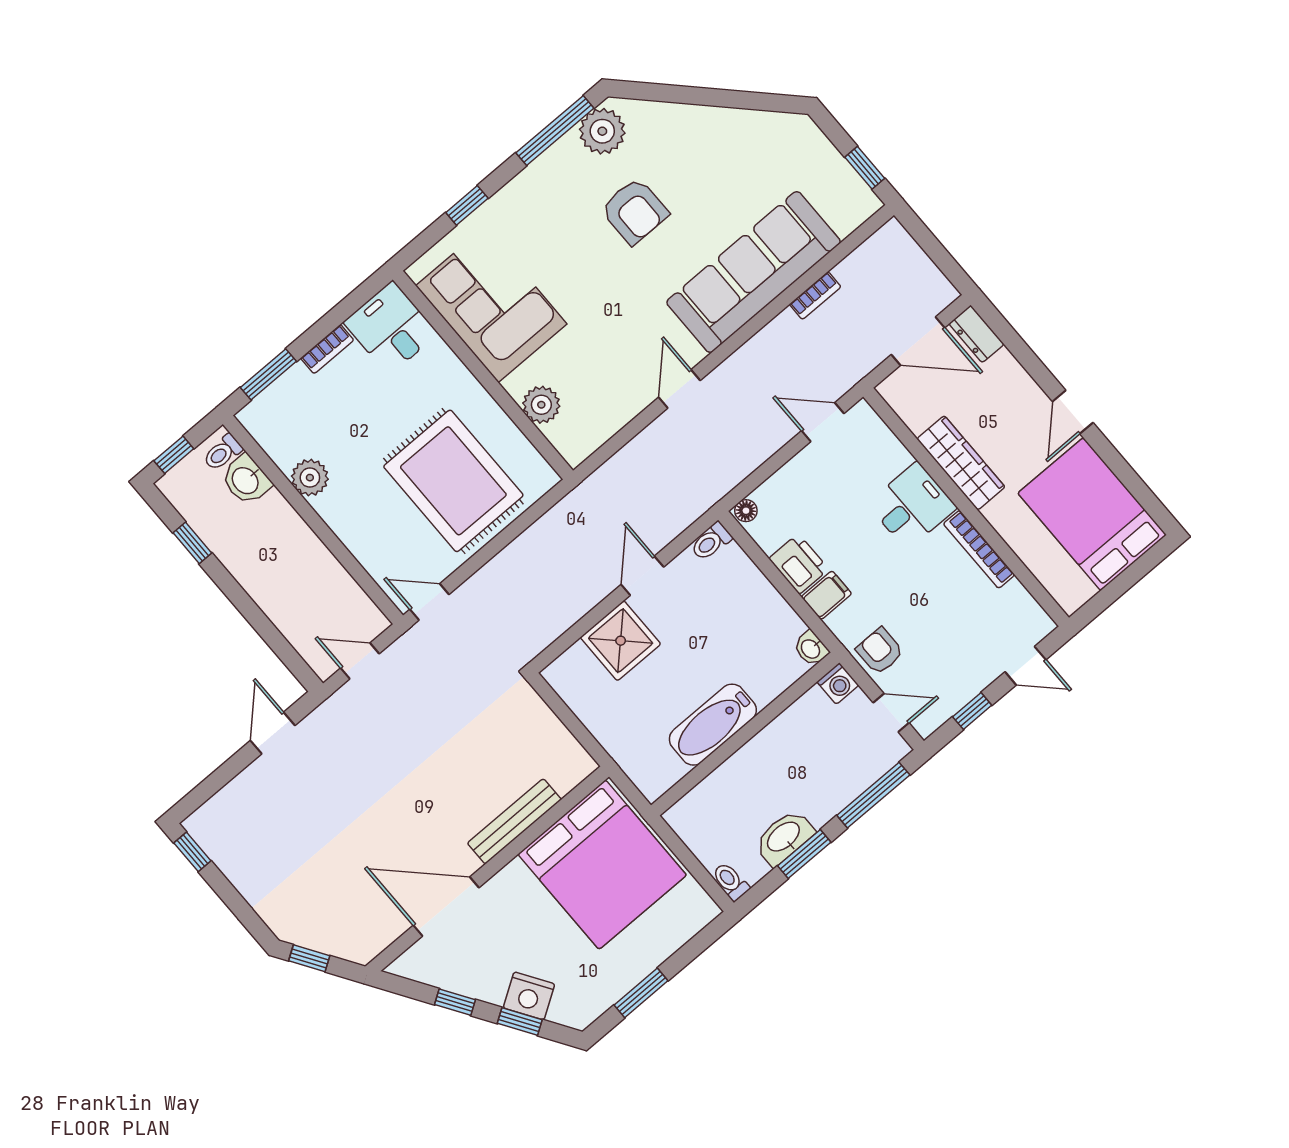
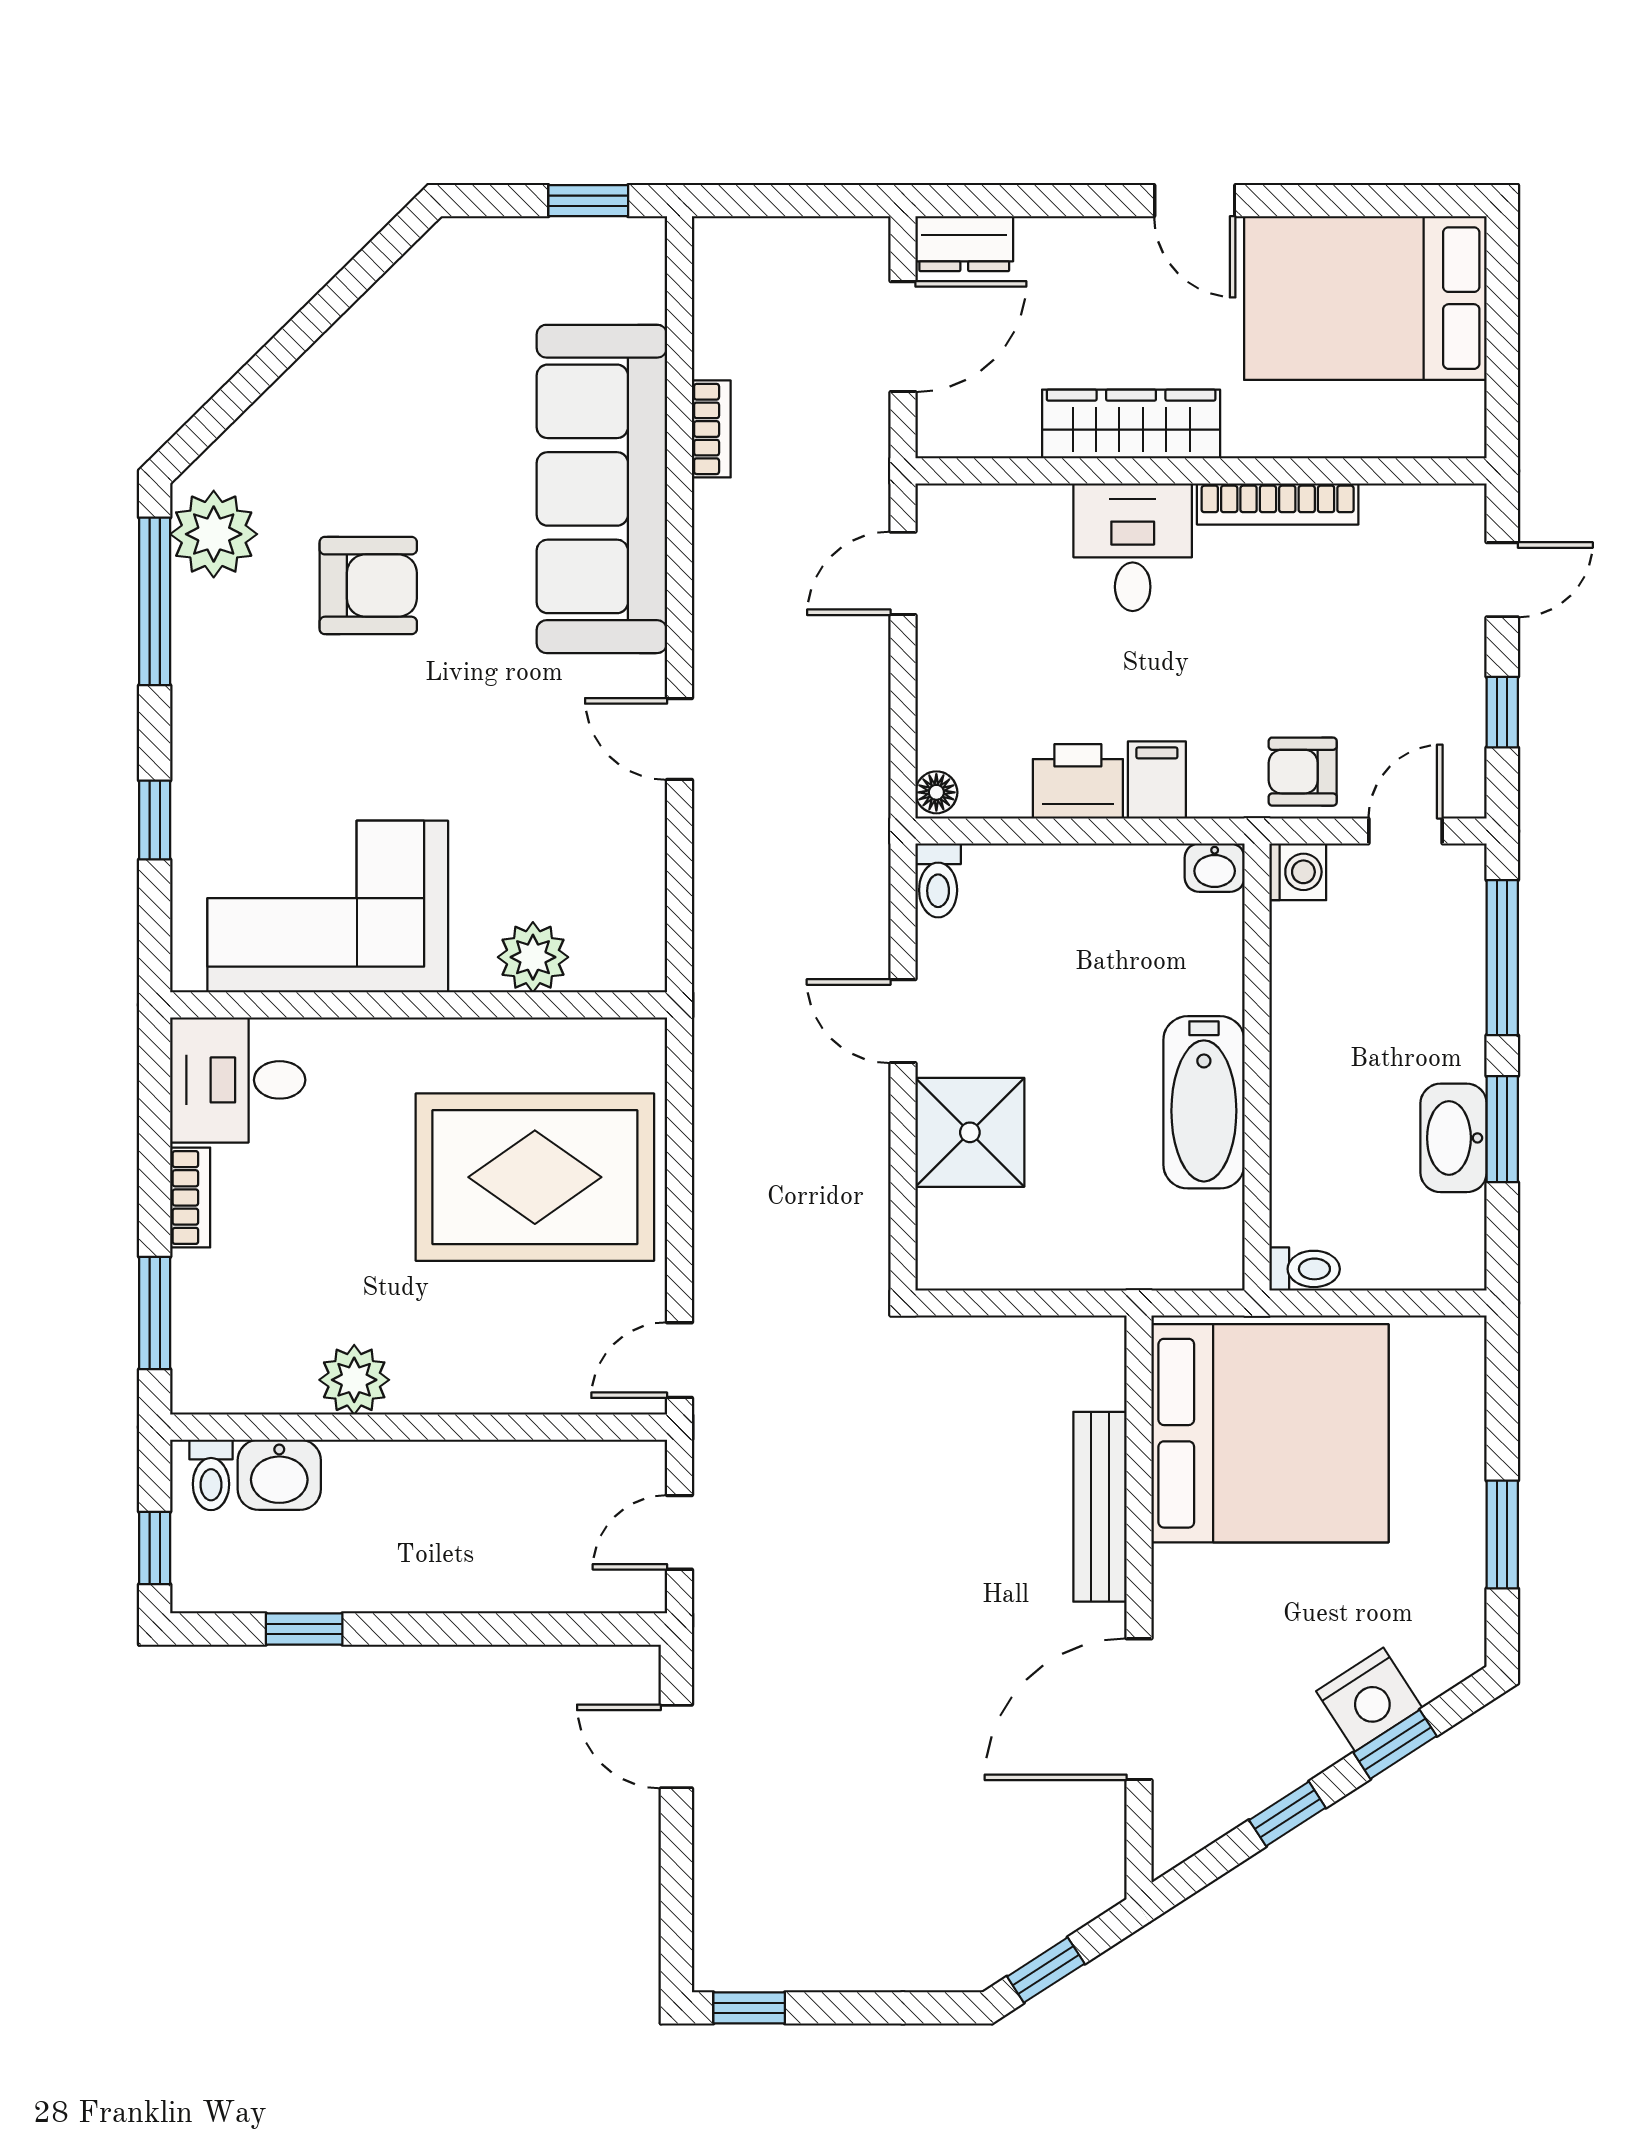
toilet: (731, 881) -> (1305, 1269), moved, turned 180

